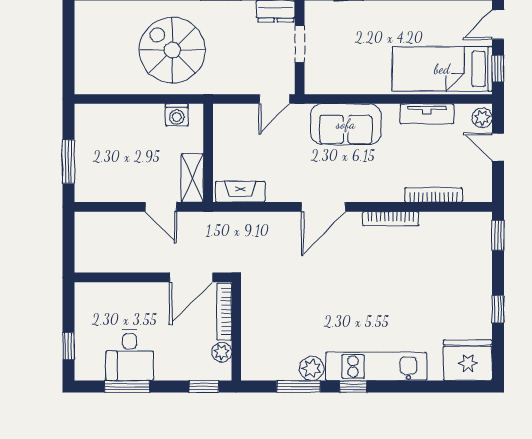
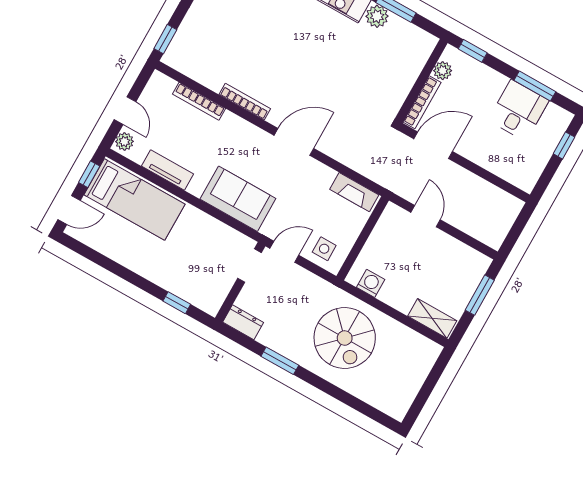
doorway: (300, 44) -> (250, 265), moved
side table: (239, 123) -> (324, 249), added
shelving: (192, 178) -> (432, 318), moved, turned 90

